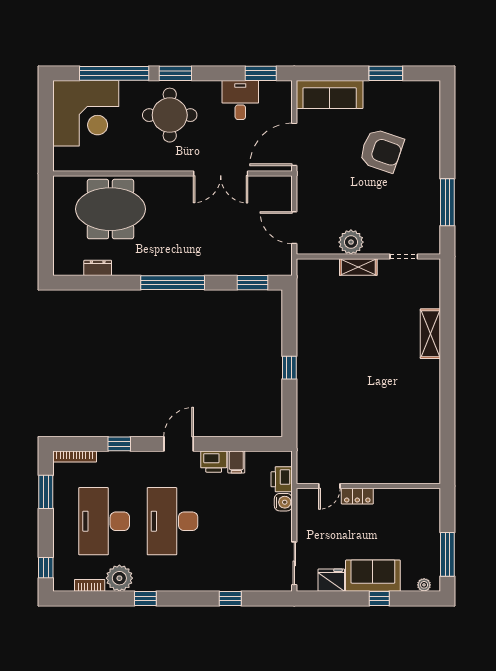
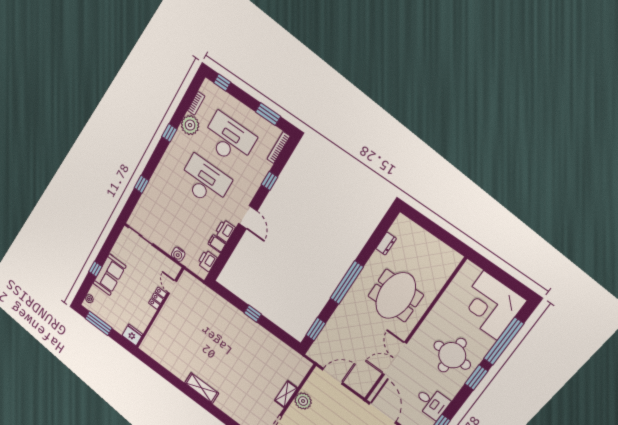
meeting table: (110, 209) -> (396, 296), moved
shelving: (430, 334) -> (202, 388), moved
printer: (282, 479) -> (207, 261), moved, turned -90
fridge: (331, 580) -> (132, 335), moved, turned -90

